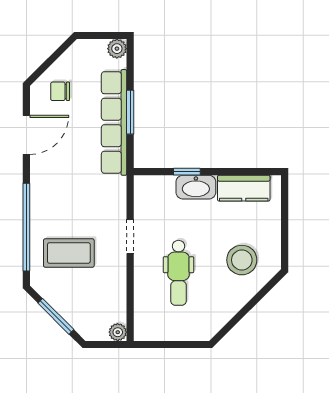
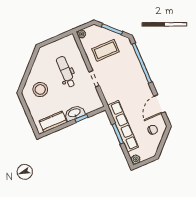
coffee table: (69, 253) -> (106, 50), moved

